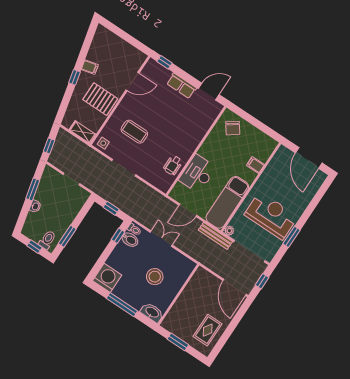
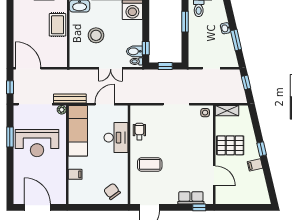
door: (133, 81) -> (214, 176), swing flipped
row of seats: (181, 86) -> (191, 198), moved
coffee table: (134, 132) -> (150, 164), moved
rug: (208, 330) -> (57, 25), moved

